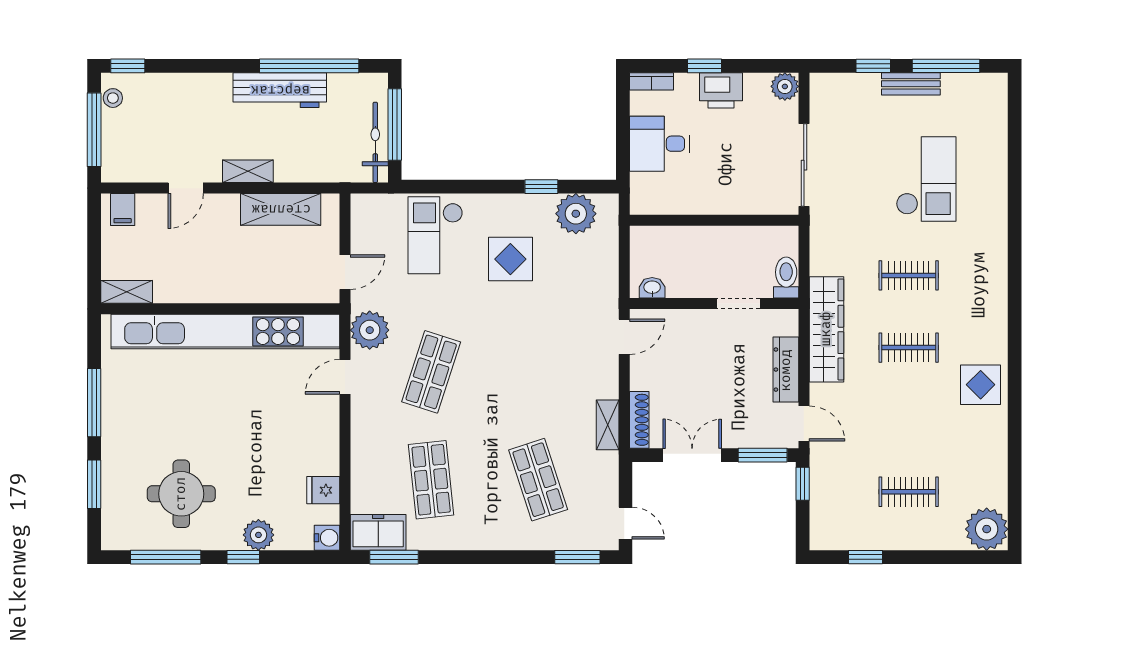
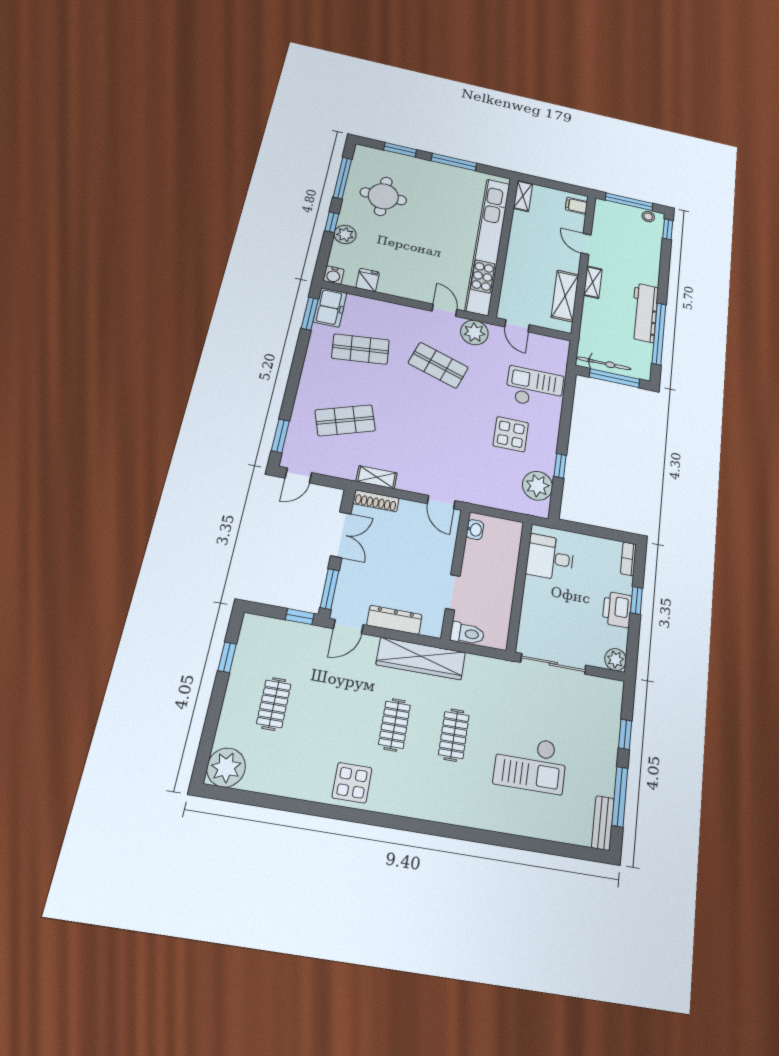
bench: (911, 84) -> (603, 823), moved
desk: (659, 144) -> (550, 558), moved, turned -90

